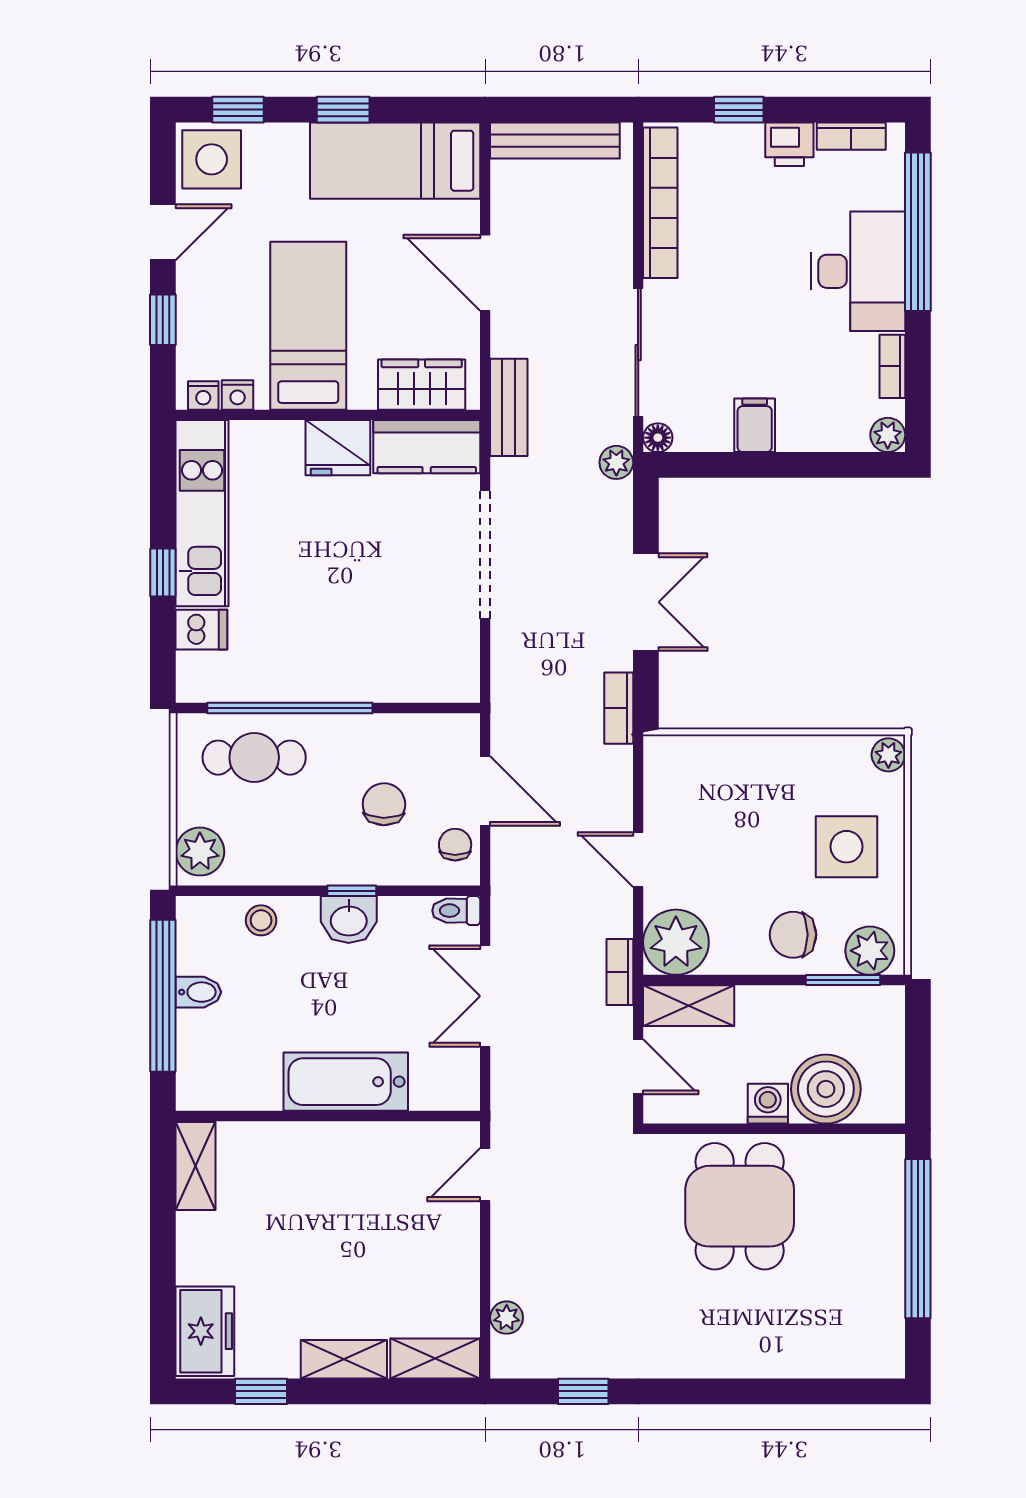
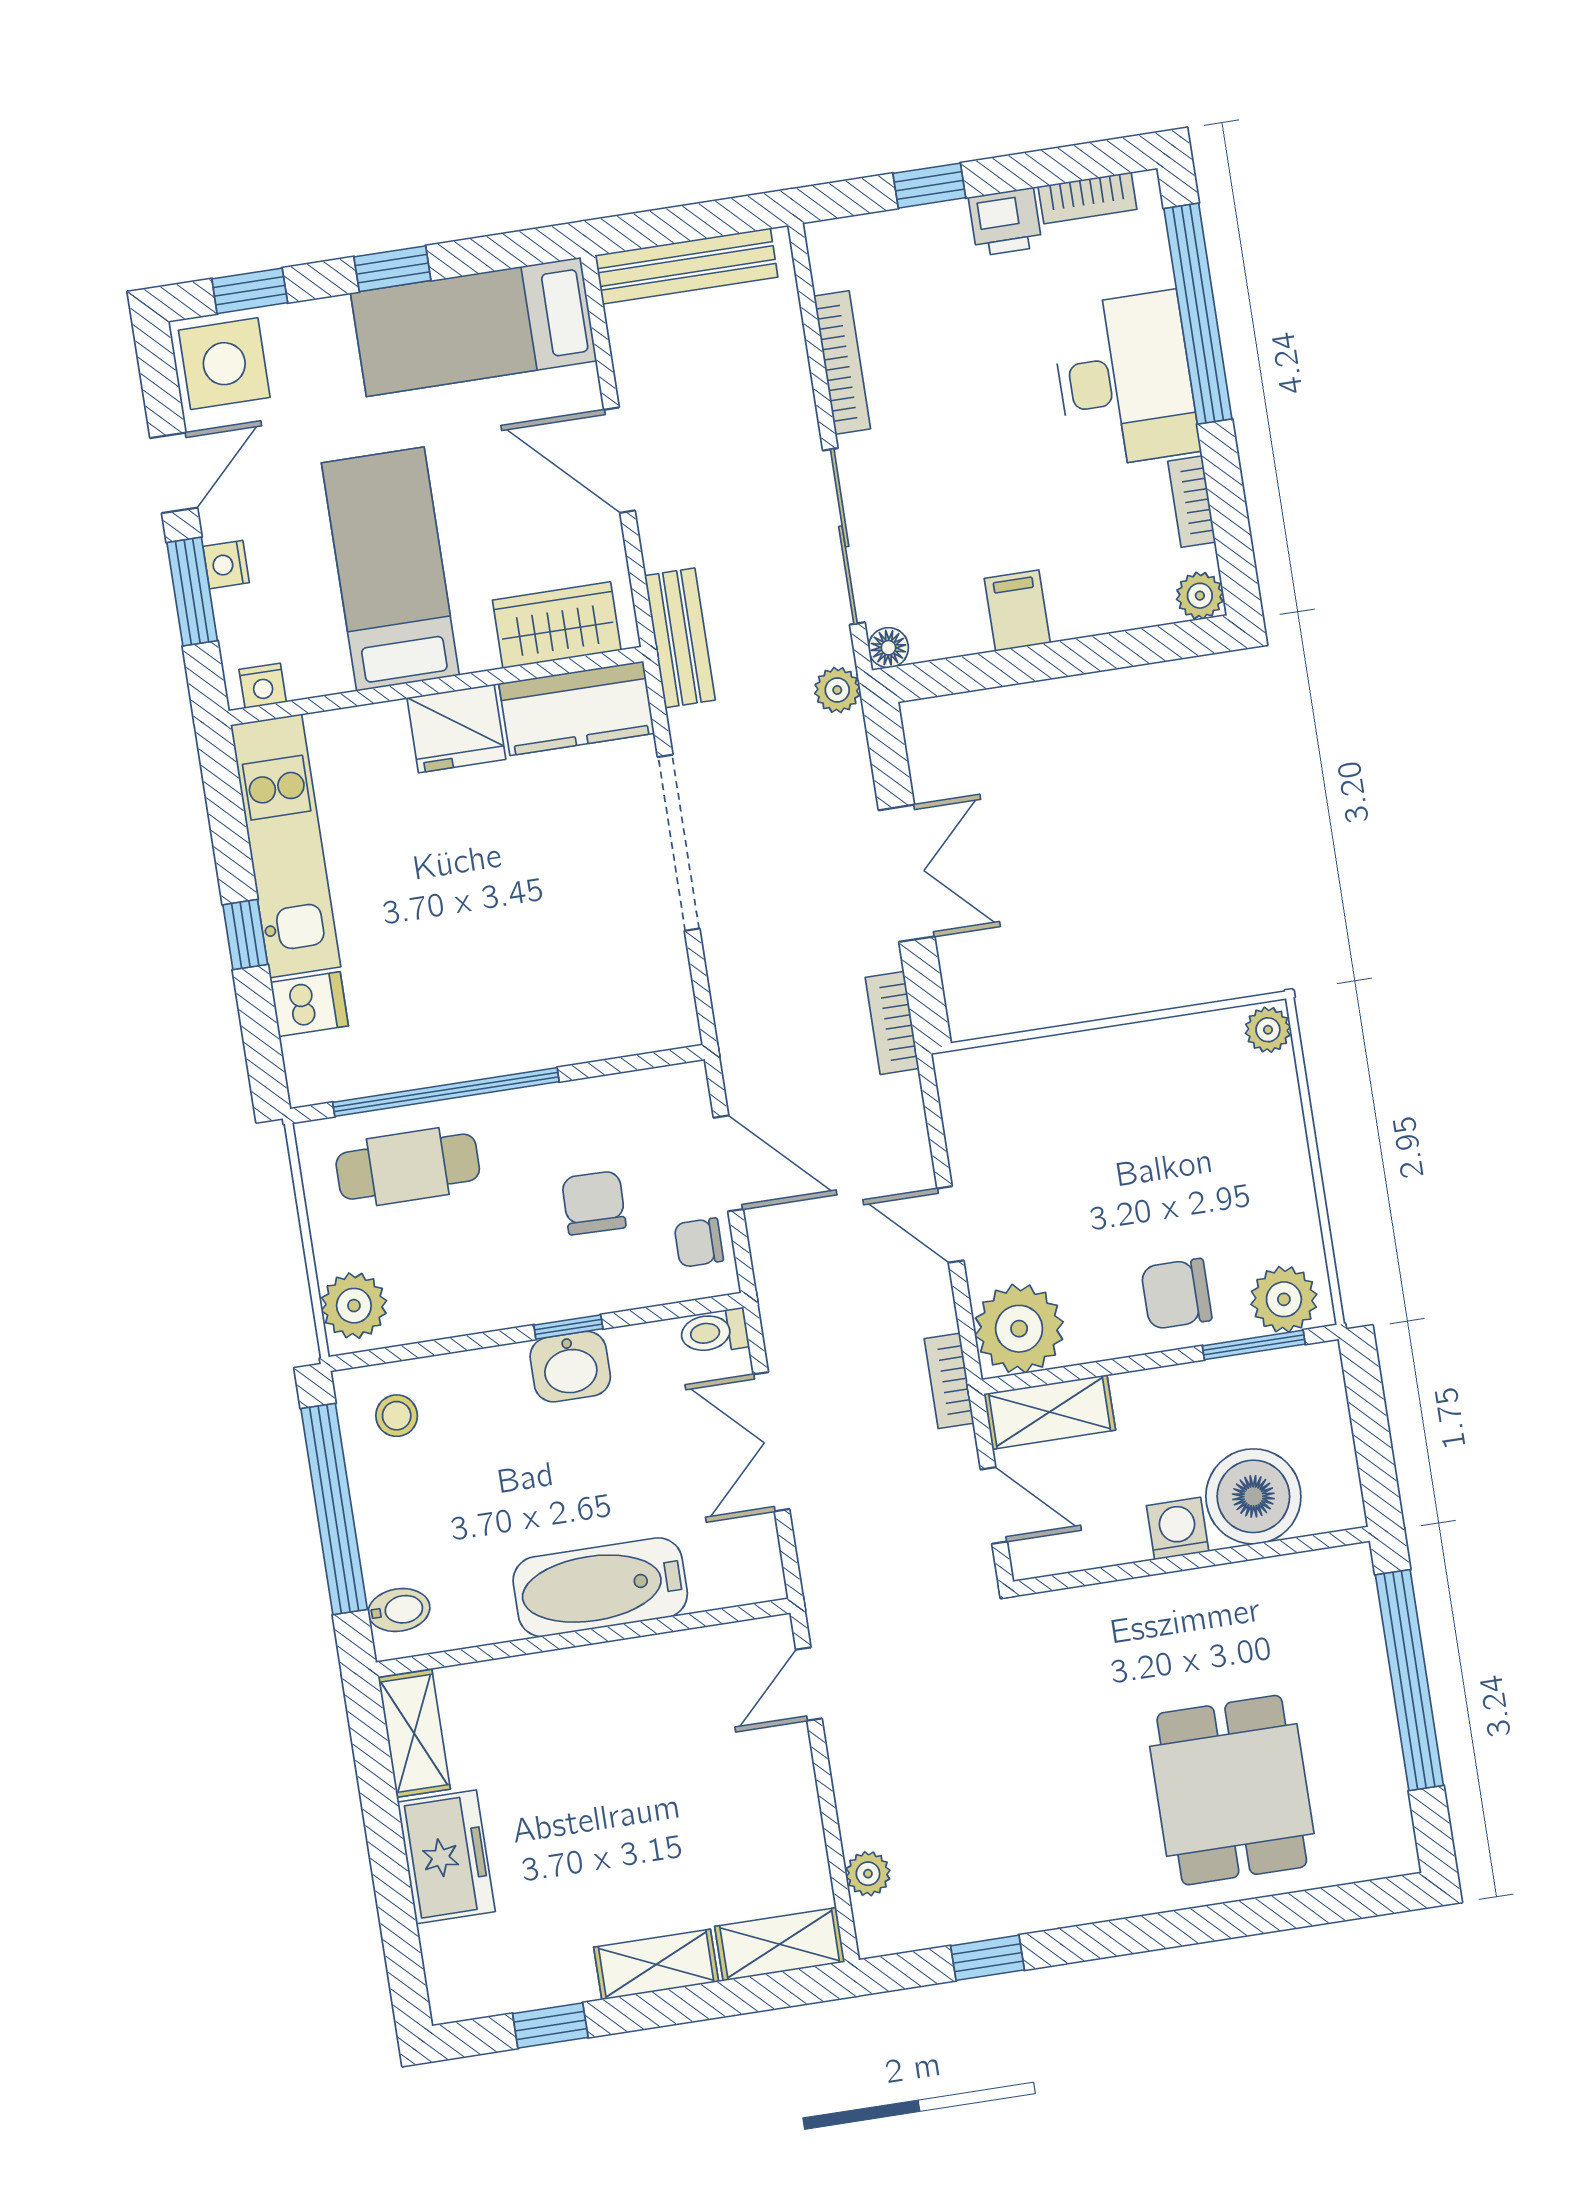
bookcase: (660, 203) -> (842, 362), width x0.68, depth x0.76
window: (163, 320) -> (192, 592), width x1.50
nightstand: (238, 395) -> (226, 565), moved, turned 90
chair: (455, 845) -> (699, 1243), turned -90
side table: (846, 847) -> (1230, 1163), removed
stool: (261, 920) -> (397, 1416), moved
bidet: (198, 992) -> (399, 1610), moved
dining table: (740, 1206) -> (1232, 1790), moved
freezer: (205, 1331) -> (446, 1857), moved

